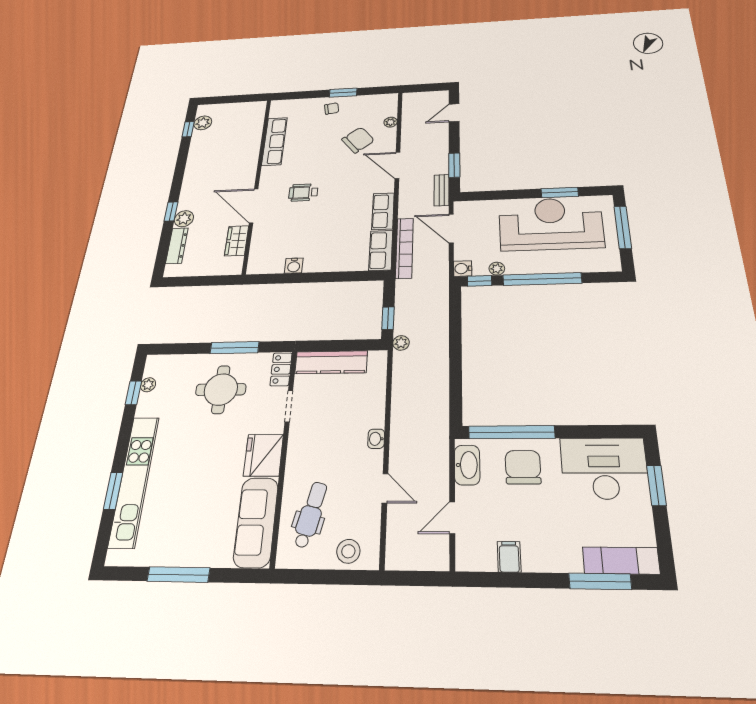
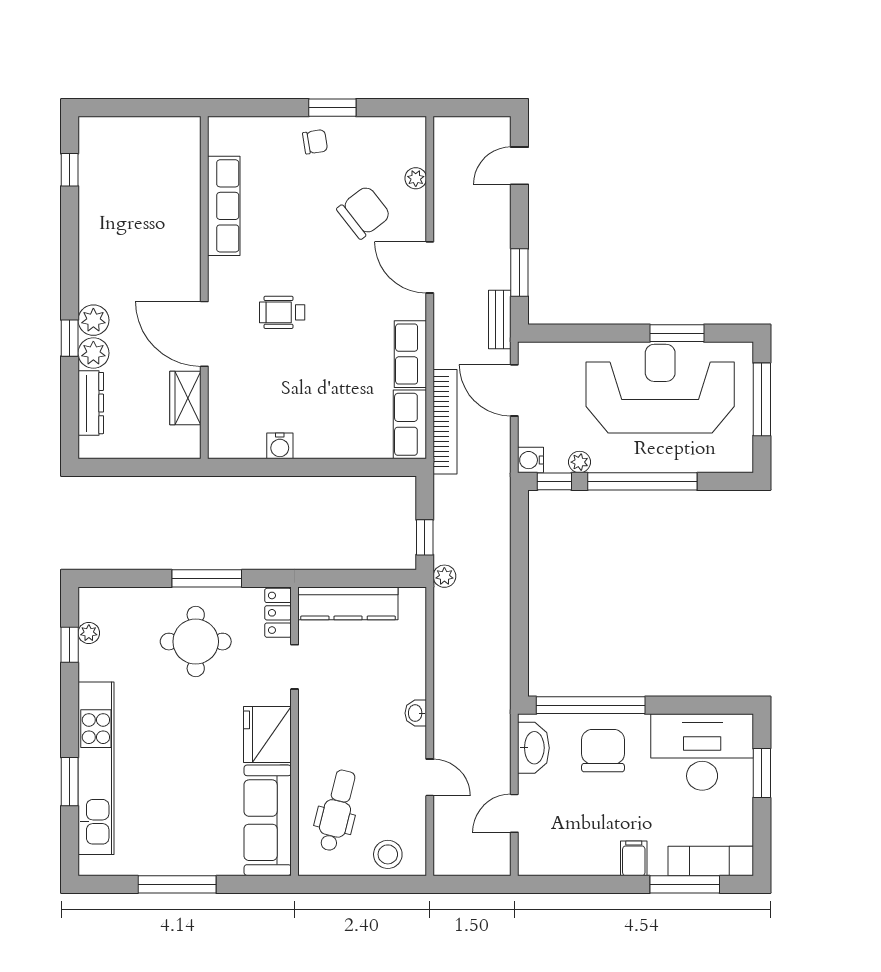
plant: (203, 123) -> (93, 320), moved
filing cabinet: (509, 557) -> (634, 858), moved

